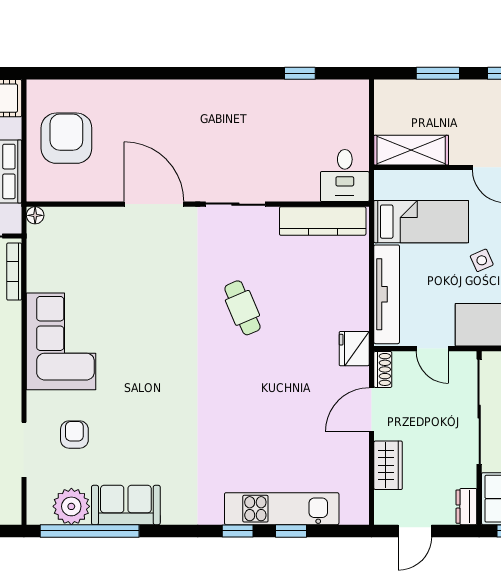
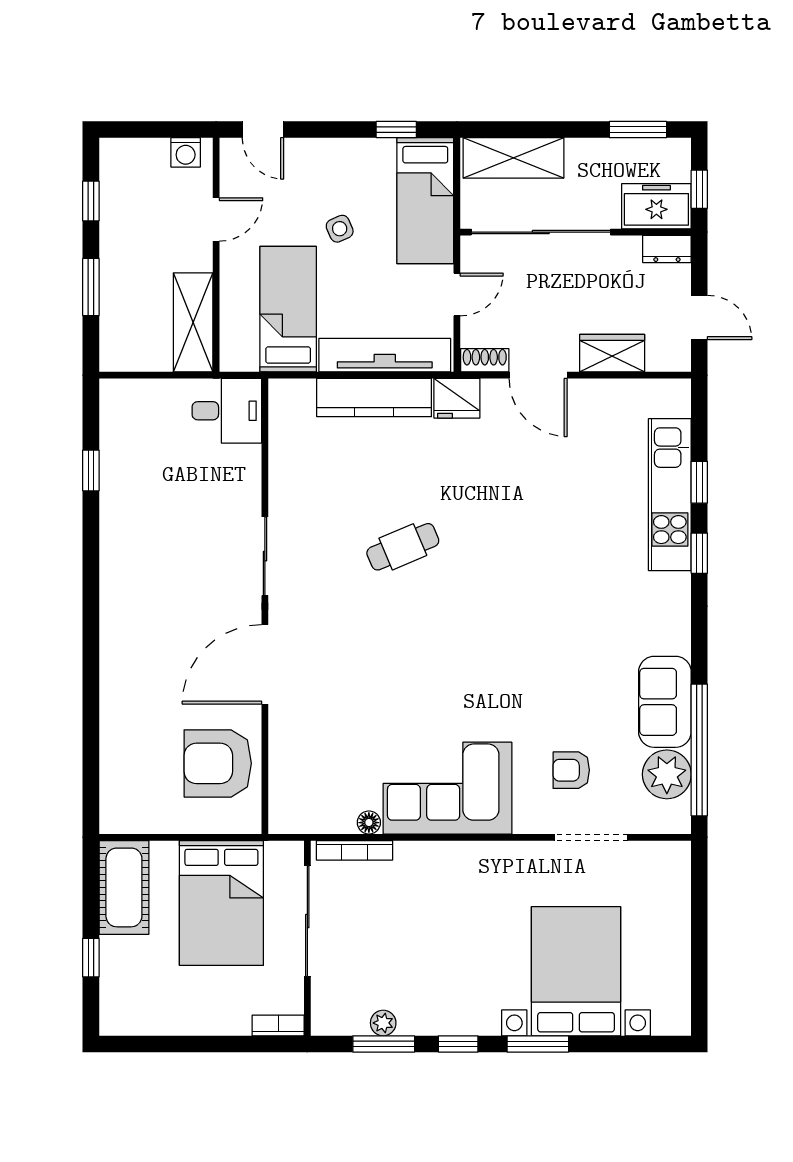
armchair: (66, 138) -> (218, 763), moved
floor lamp: (35, 215) -> (369, 823), moved
kitchen counter: (323, 221) -> (374, 398), moved, turned 90

